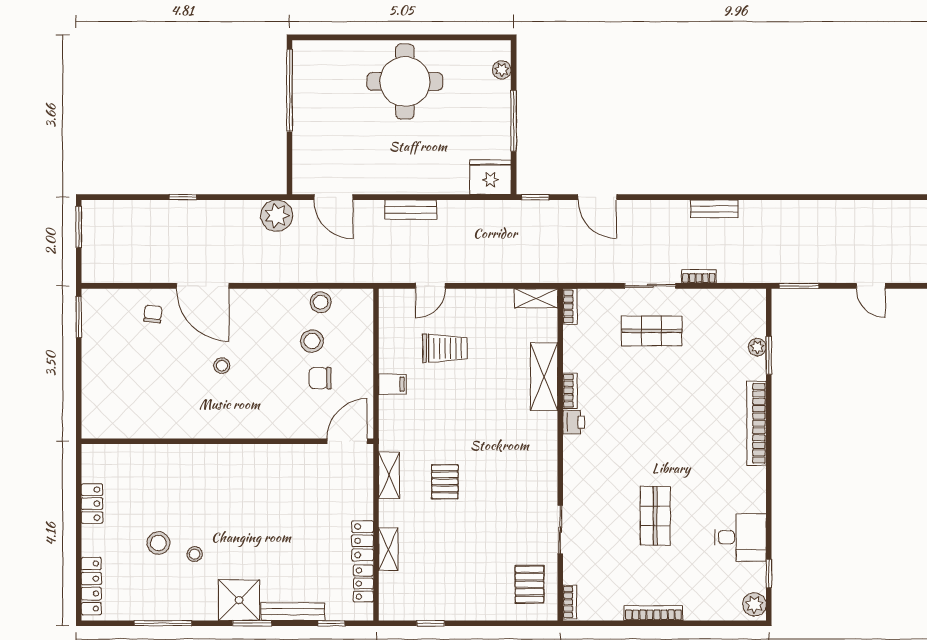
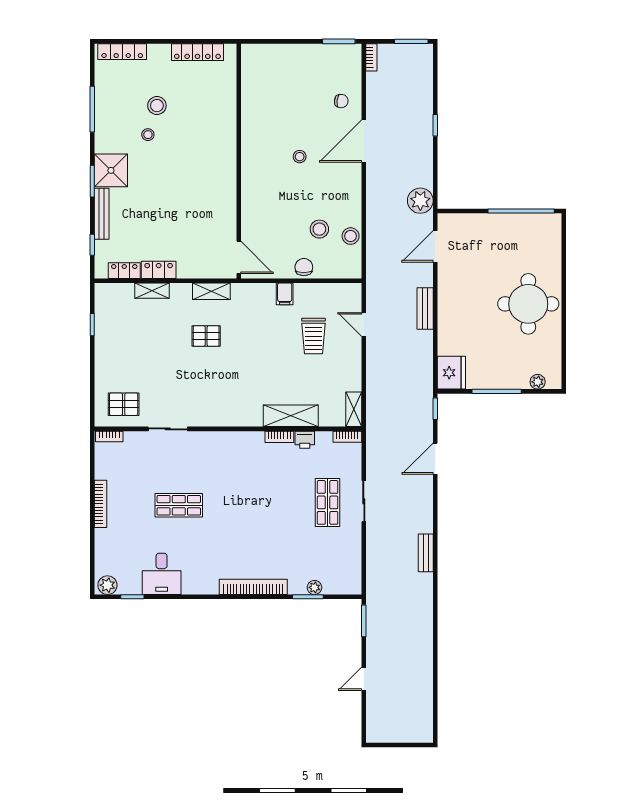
bookcase: (699, 276) -> (371, 57), moved
chair: (320, 378) -> (304, 267), moved
printer: (574, 422) -> (305, 440), moved
locker: (92, 504) -> (197, 52), width x1.53

